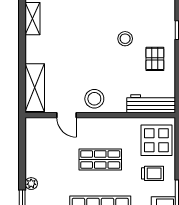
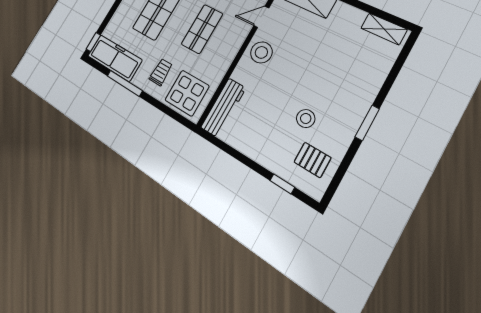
pallet: (155, 59) -> (312, 160), moved
trolley: (153, 173) -> (161, 72), turned 180

